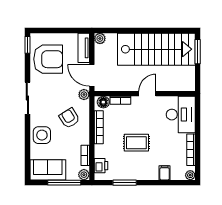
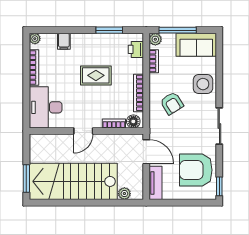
plant: (100, 38) -> (124, 194), moved
plant: (84, 95) -> (155, 130), removed

